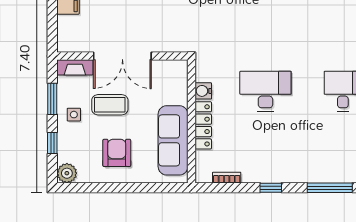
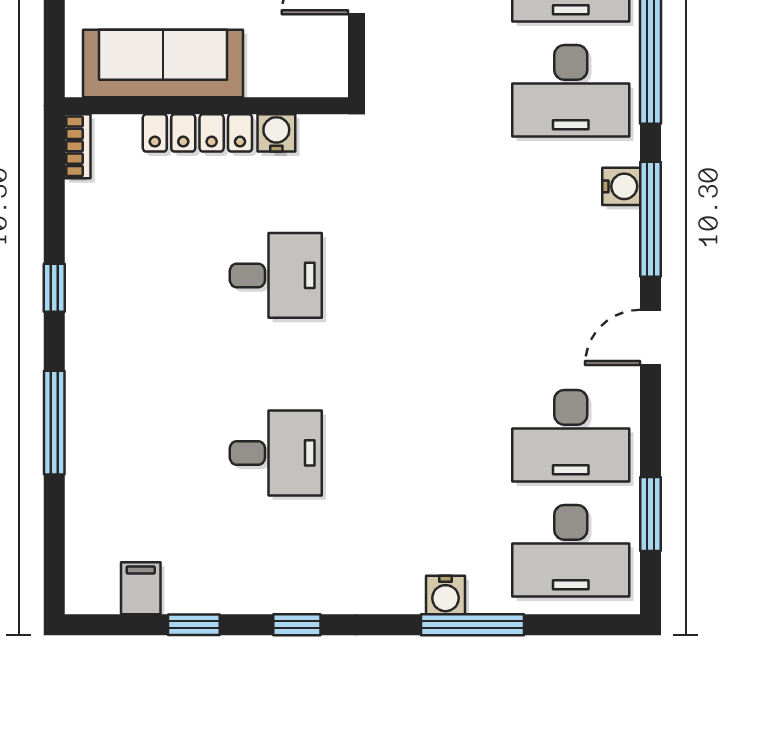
desk: (265, 91) -> (276, 275), width x0.73
bookcase: (227, 178) -> (78, 146), moved

